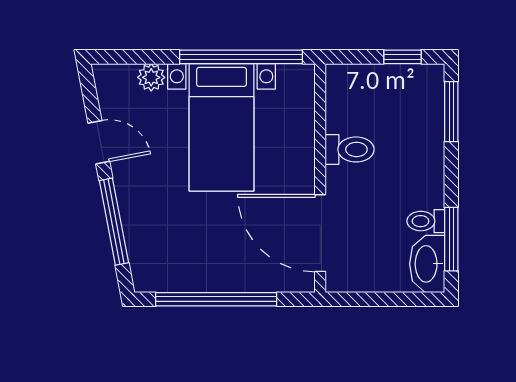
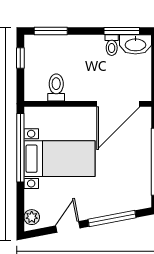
plant: (151, 77) -> (32, 217), moved
toilet: (350, 149) -> (56, 87), moved

